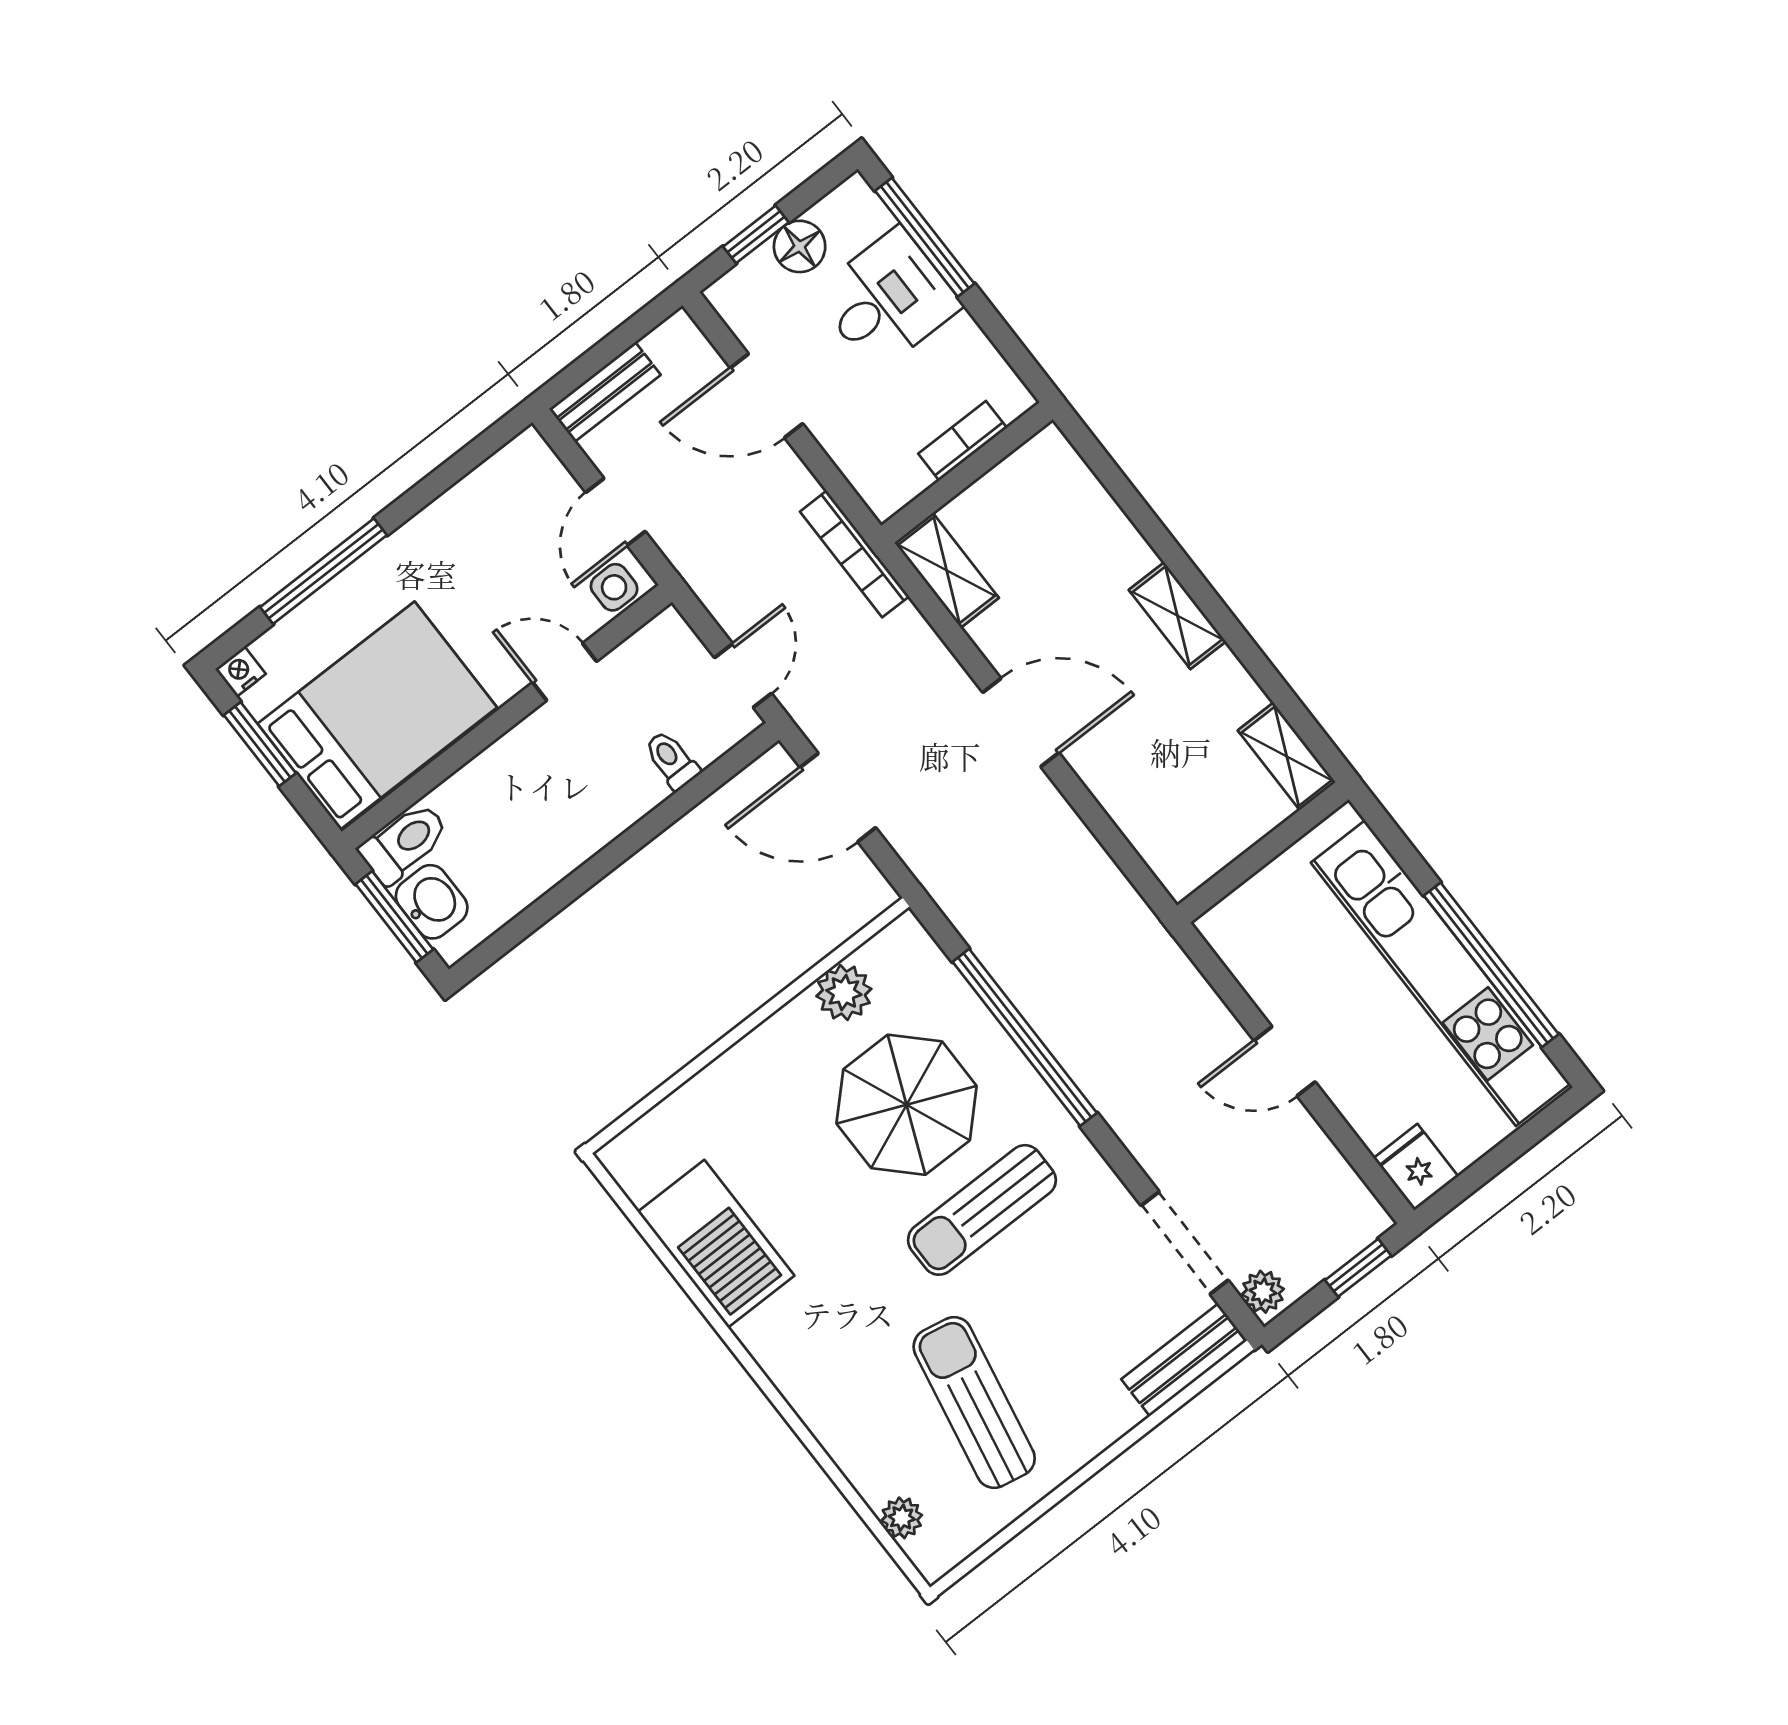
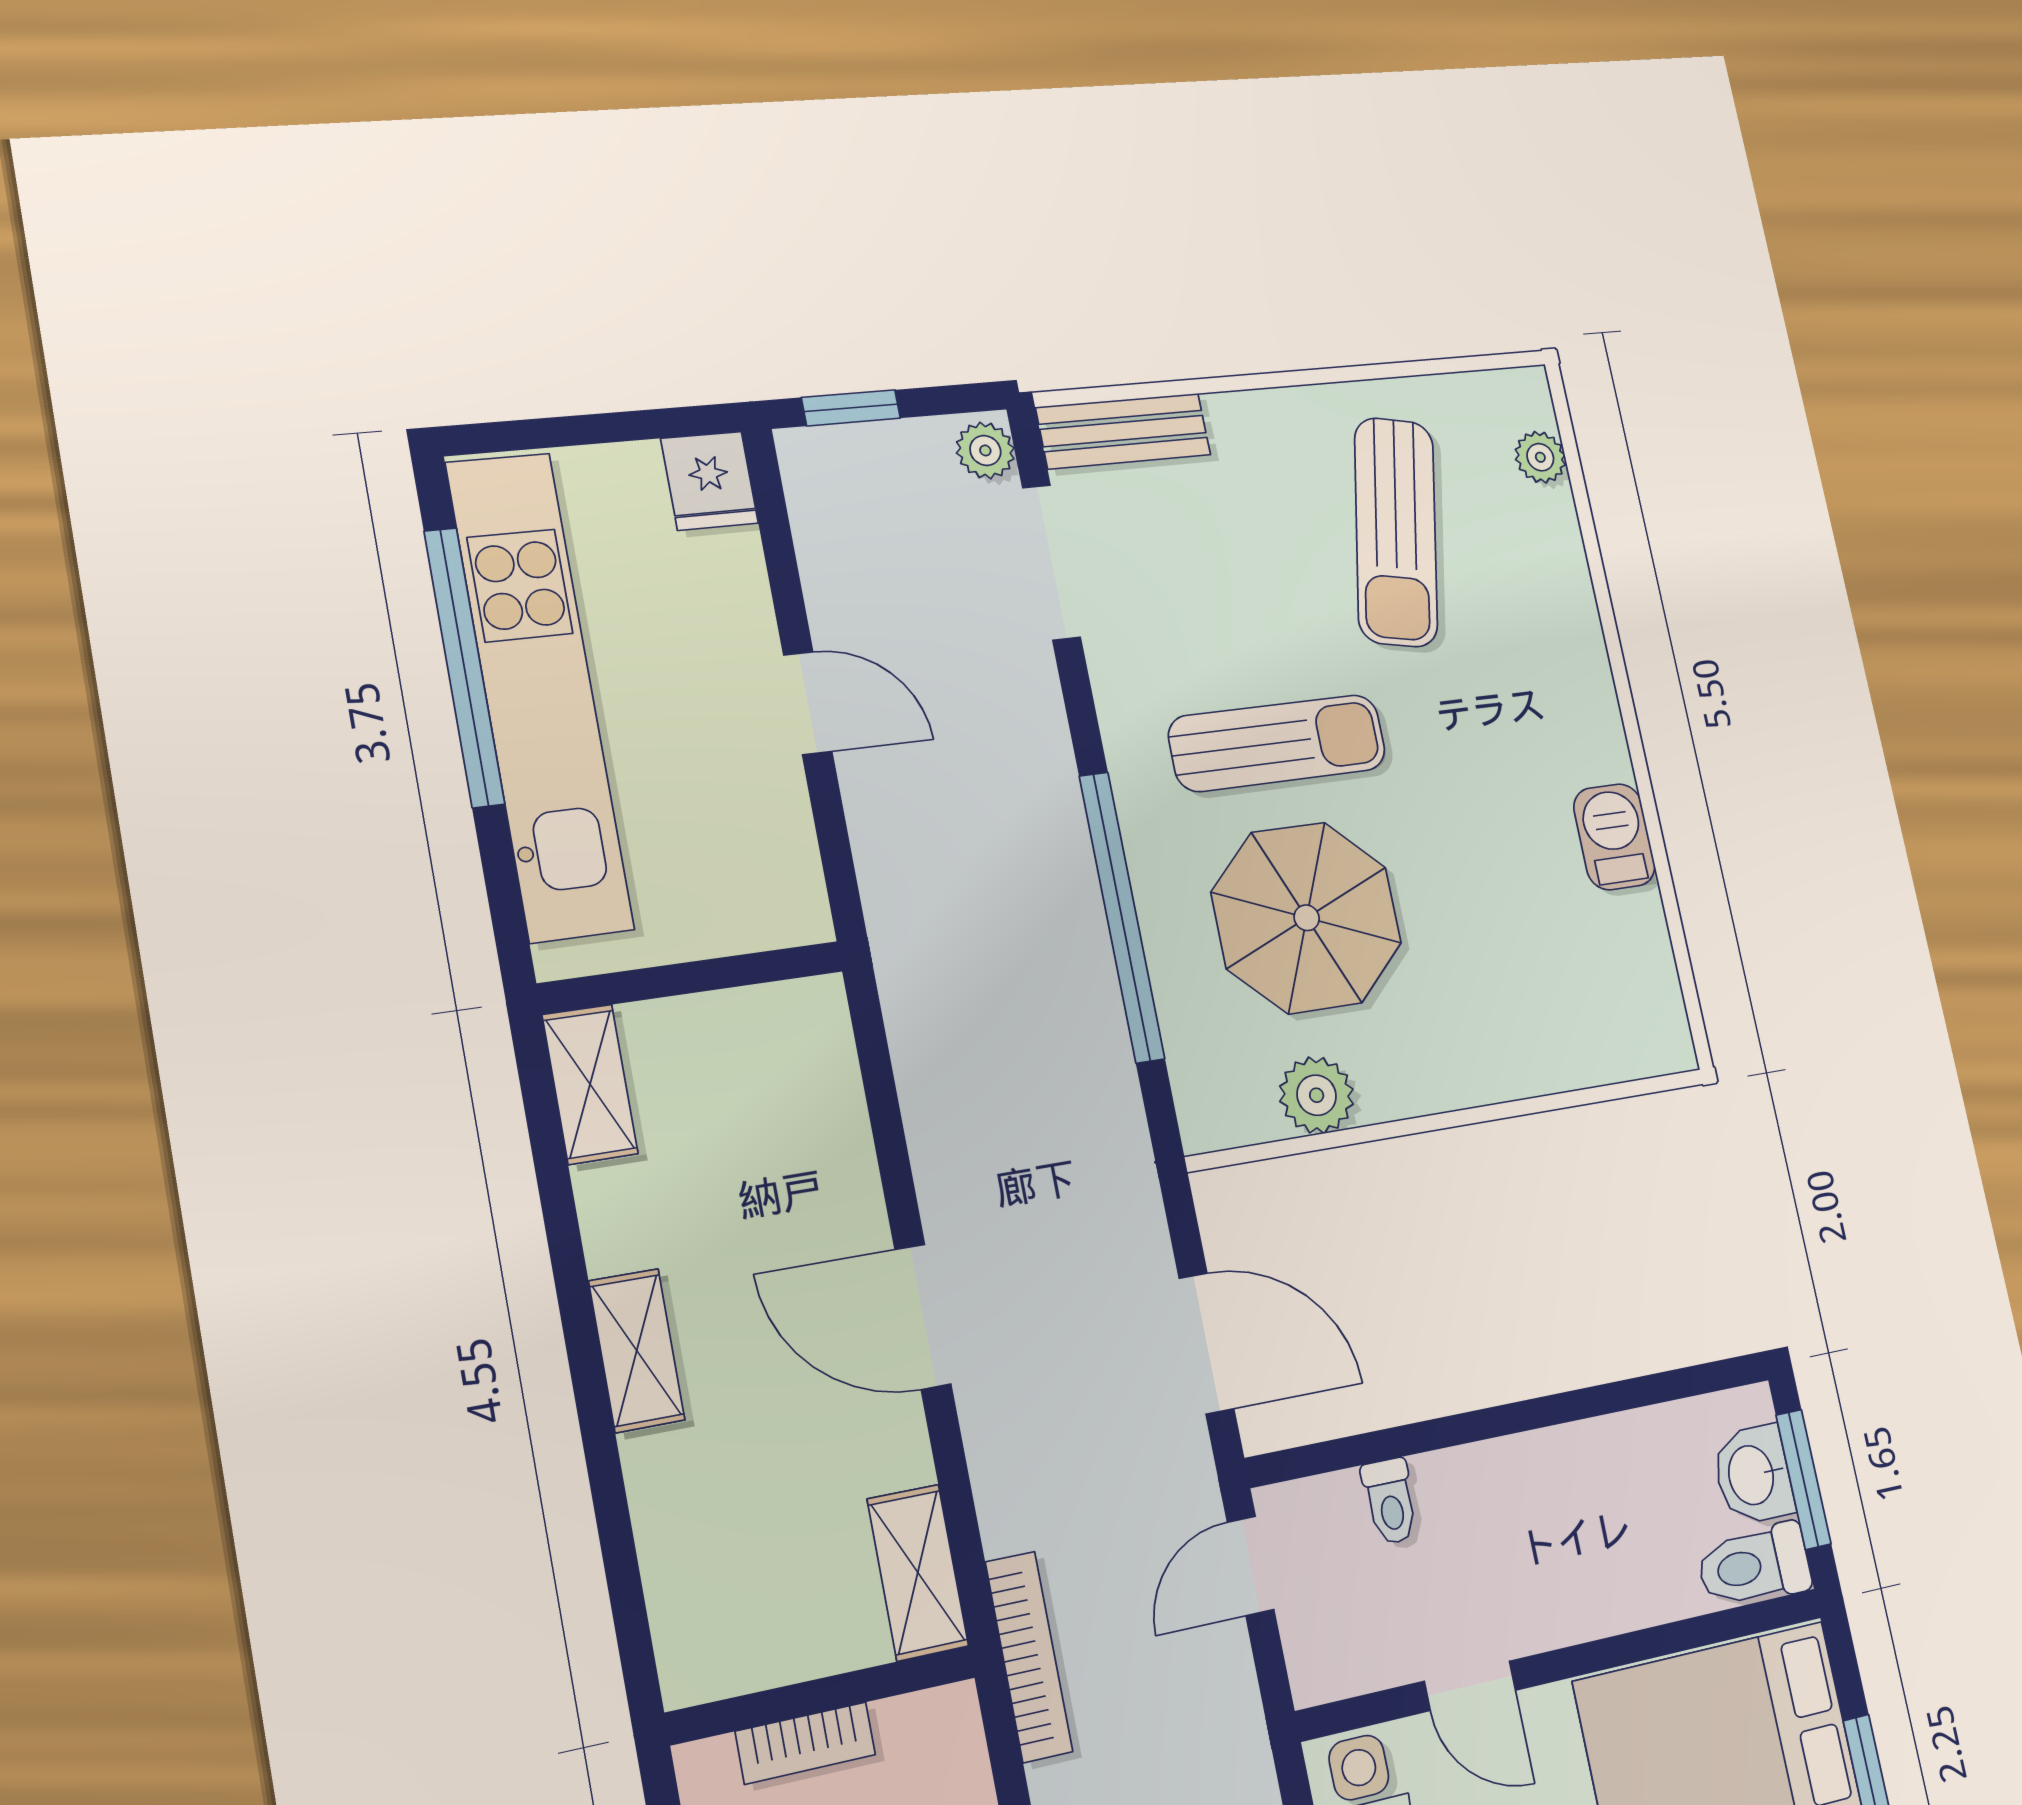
barbecue: (716, 1244) -> (1614, 837), width x0.53, depth x0.65

